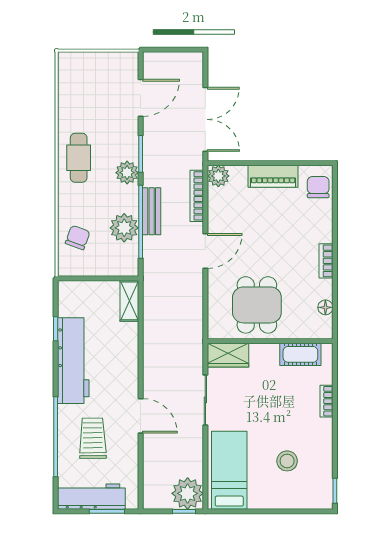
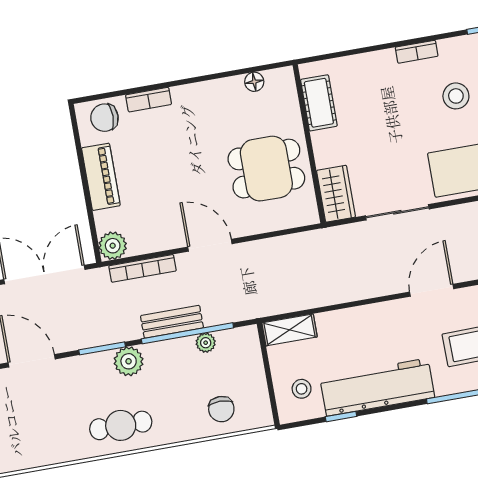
plant: (124, 228) -> (206, 343), width x0.53, depth x0.53
chair: (78, 238) -> (221, 409), turned -110
bookcase: (326, 261) -> (149, 100), moved
stool: (82, 302) -> (302, 389), added
bookcase: (327, 401) -> (417, 52), moved

